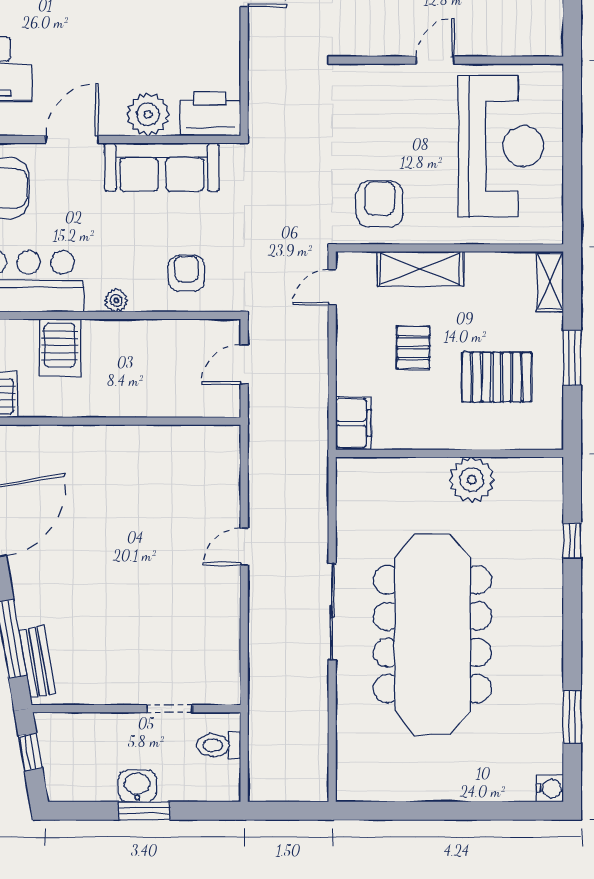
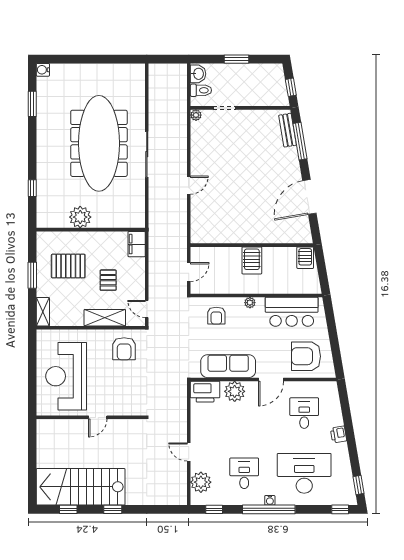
door: (332, 287) -> (147, 309), swing flipped
server rack: (60, 348) -> (252, 260), moved, turned 180
plant: (229, 694) -> (196, 115), added
washbasin: (137, 786) -> (198, 74), moved, turned -90

